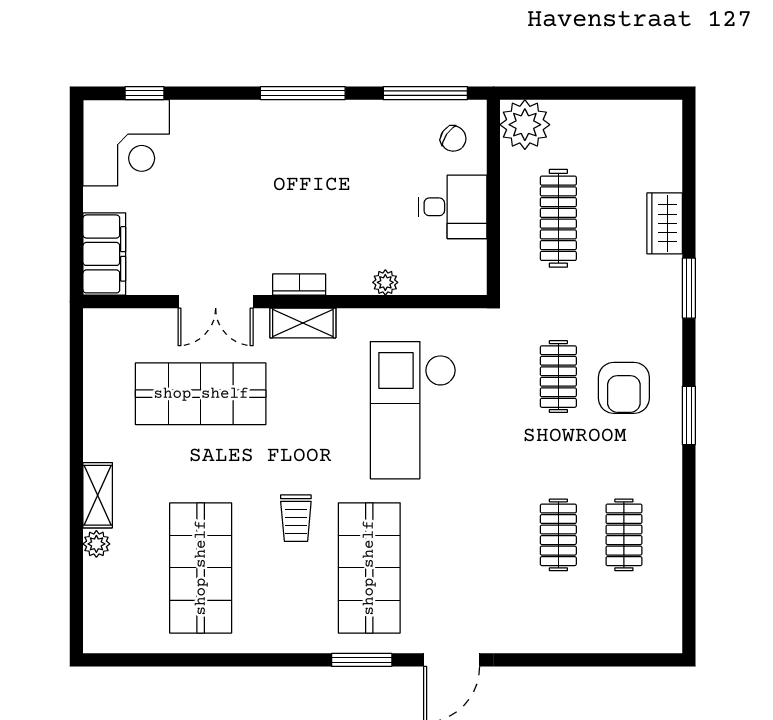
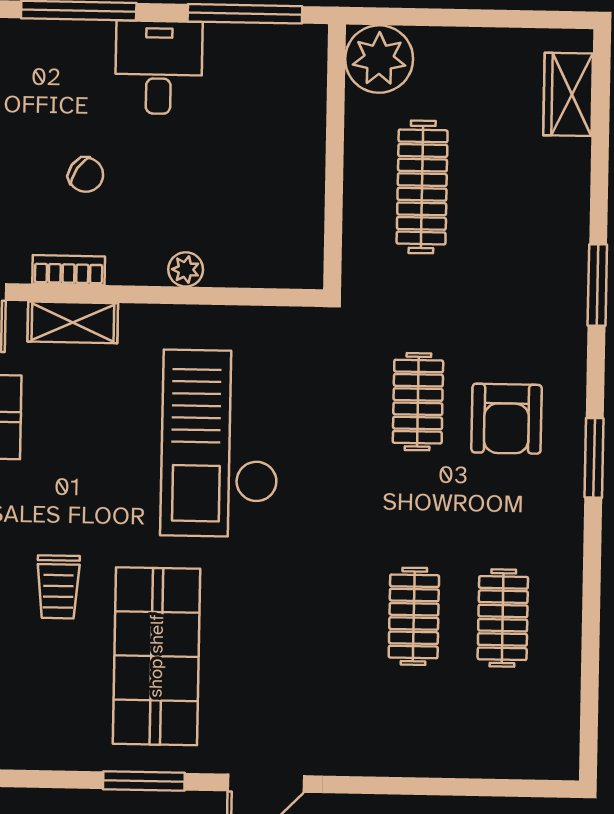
chair: (453, 139) -> (86, 175), moved
desk: (453, 207) -> (159, 67), moved, turned -90
wardrobe: (665, 223) -> (568, 94), moved

